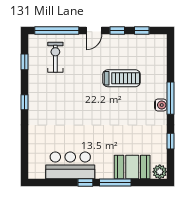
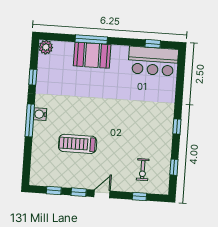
window: (57, 30) -> (139, 196), width x0.32
exercise bike: (55, 57) -> (143, 170), width x0.73, depth x0.72
bar counter: (70, 165) -> (153, 61), moved
booth: (132, 167) -> (92, 55), moved
window: (85, 182) -> (153, 44), moved

